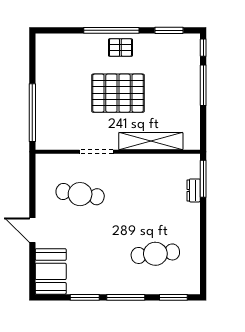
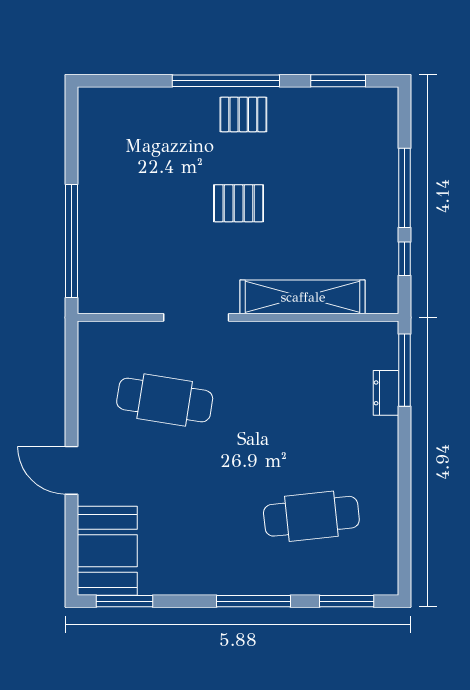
window: (203, 48) -> (405, 259), moved
pallet: (118, 93) -> (239, 203), width x0.49, depth x0.50
window: (85, 297) -> (125, 601), moved

